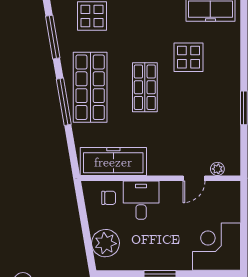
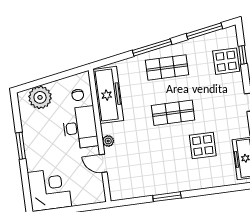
shop shelf: (90, 87) -> (167, 68), width x0.70, depth x0.74
plant: (217, 169) -> (108, 141), moved
desk: (141, 200) -> (80, 128), width x1.37

